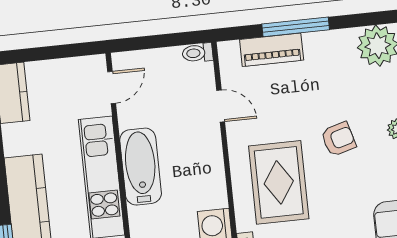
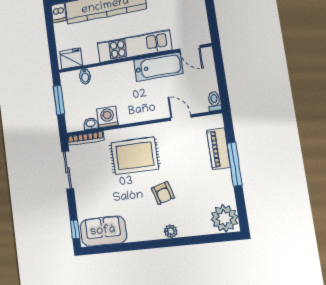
door: (221, 106) -> (181, 118), swing flipped
bathtub: (141, 167) -> (158, 67), moved

